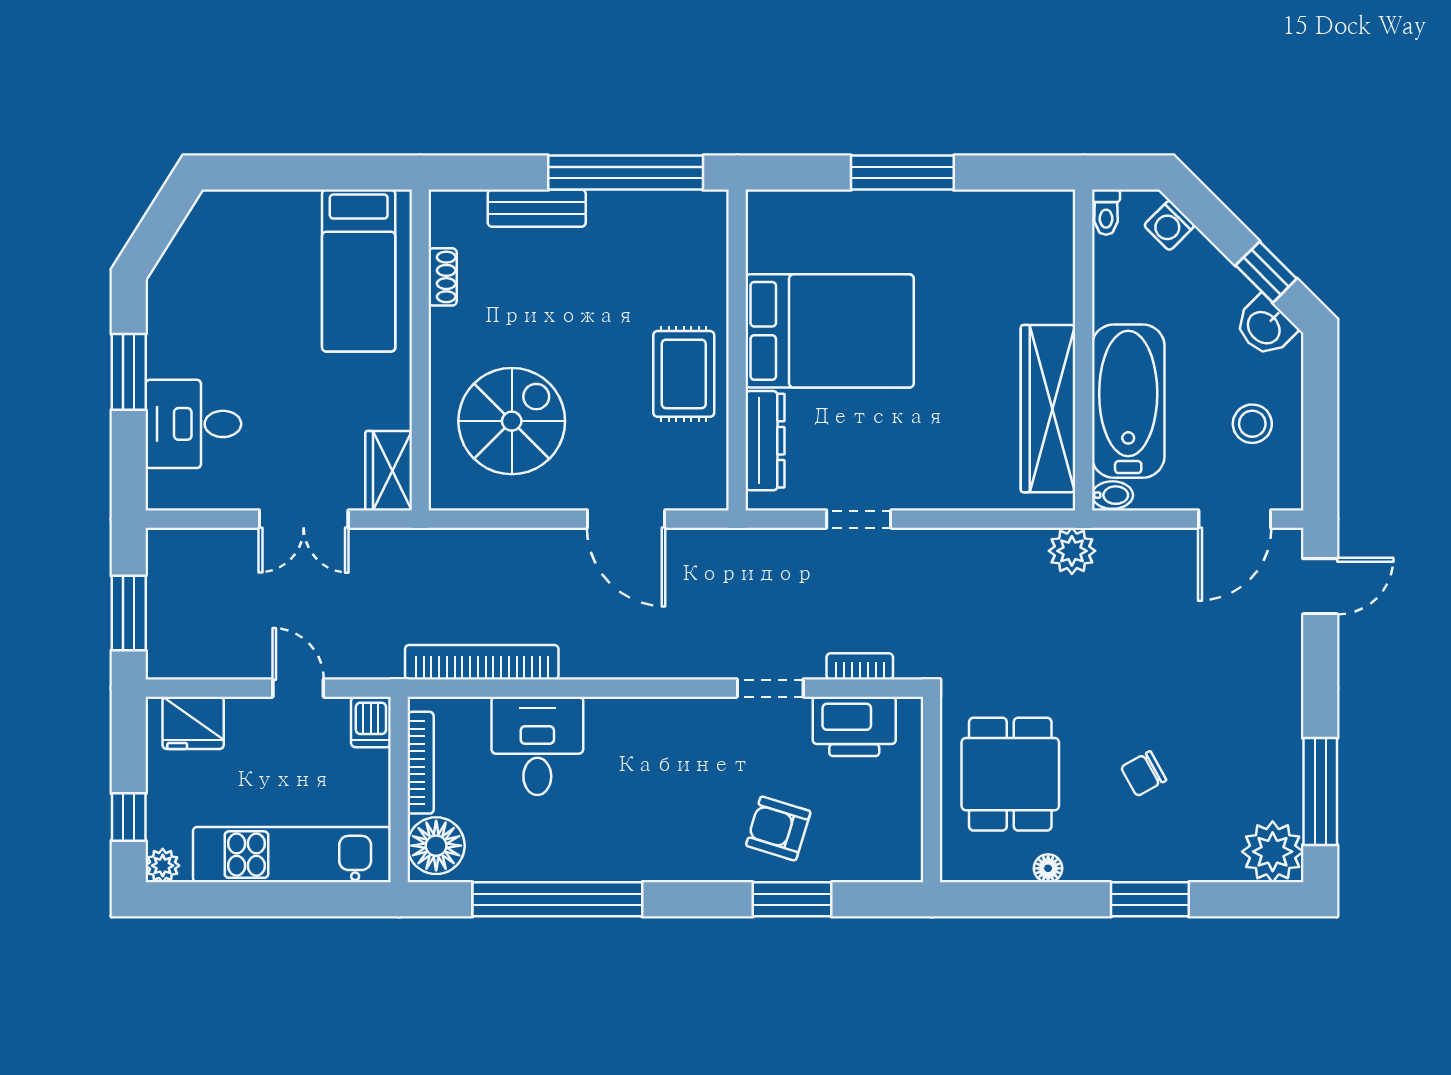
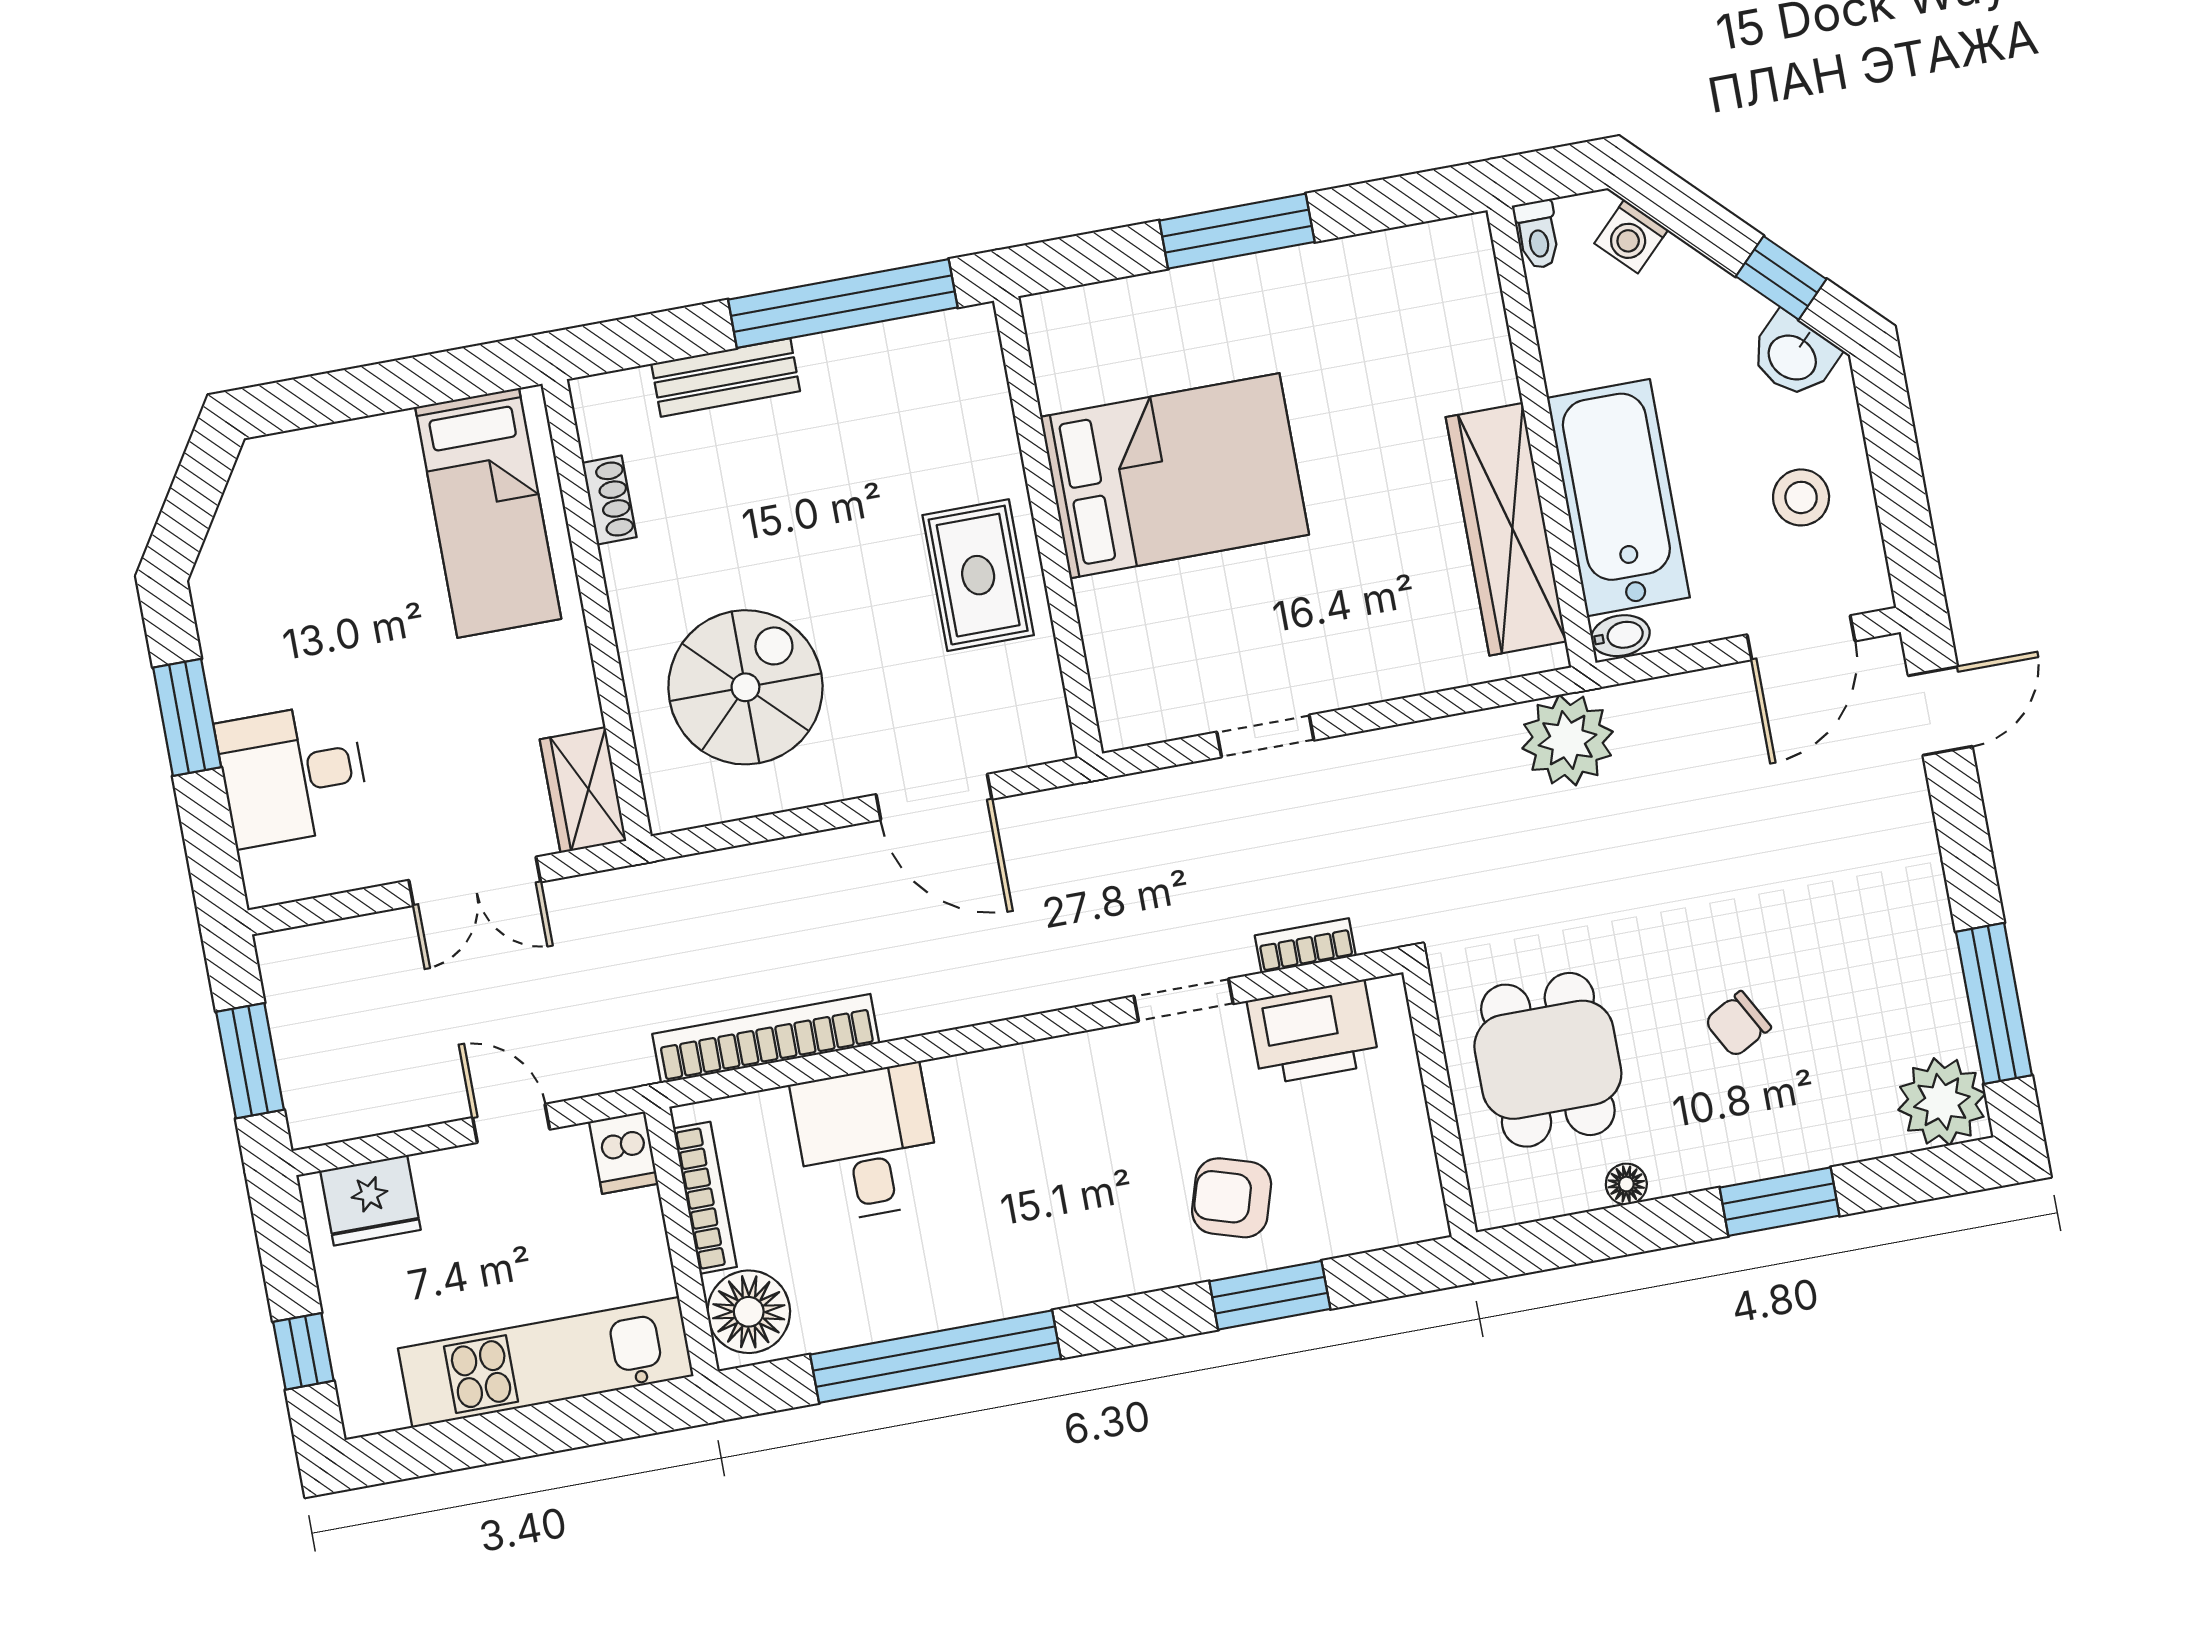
dresser: (765, 441) -> (1111, 649), removed
plant: (1072, 551) -> (1568, 740), width x1.36, depth x1.36
plant: (163, 866) -> (364, 1412), removed

